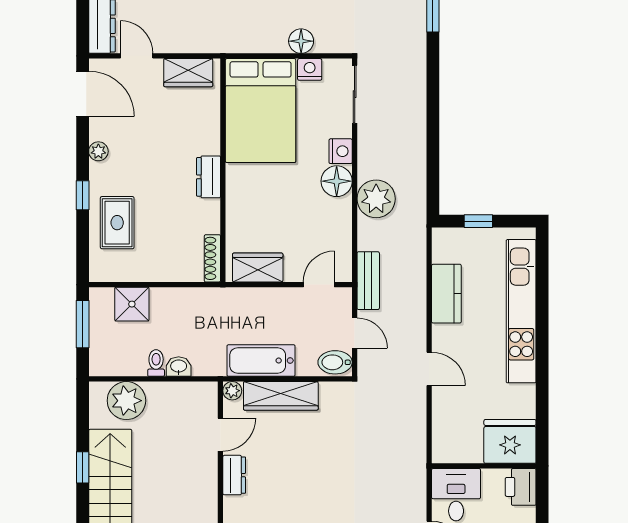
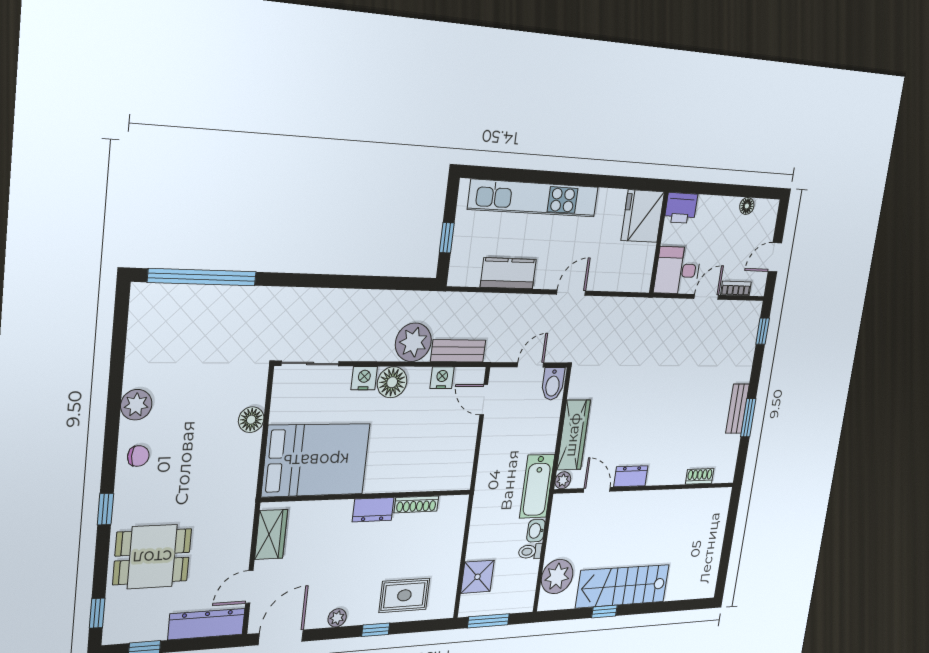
nightstand: (310, 69) -> (442, 378), moved, turned 90
shoe rack: (212, 258) -> (416, 504), moved
wardrobe: (258, 268) -> (461, 459), removed
bench: (368, 281) -> (458, 351), moved
bathtub: (261, 361) -> (537, 486), moved

